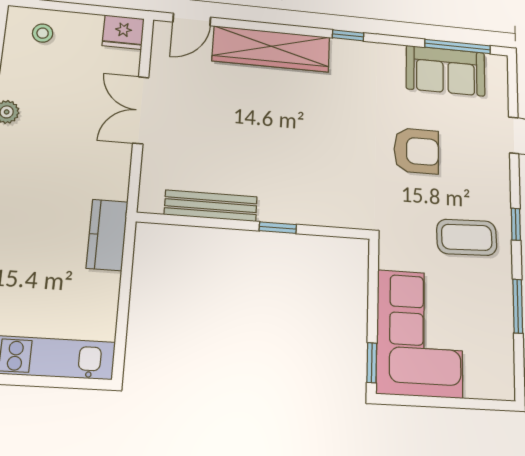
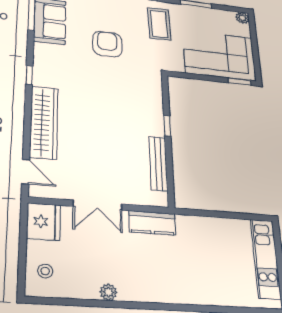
fridge: (123, 32) -> (44, 222), width x1.36, depth x1.34
kitchen counter: (107, 235) -> (152, 223), moved
plant: (503, 388) -> (242, 18), added

